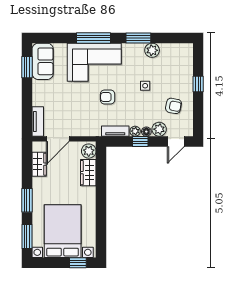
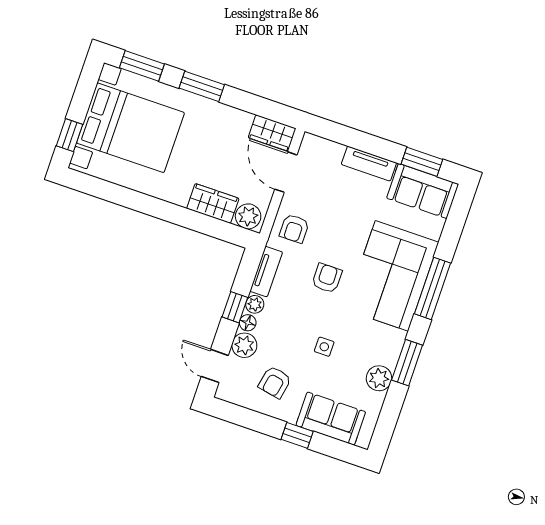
sofa: (183, 69) -> (331, 419), added
tv unit: (38, 121) -> (369, 164), moved
armchair: (87, 124) -> (294, 229), added
wardrobe: (39, 164) -> (272, 133), moved

